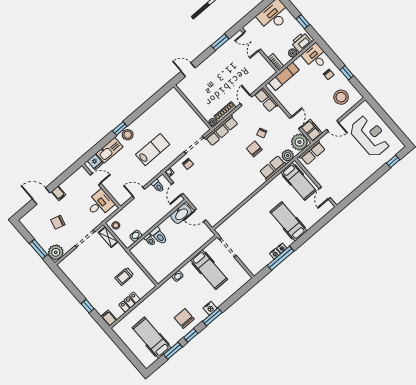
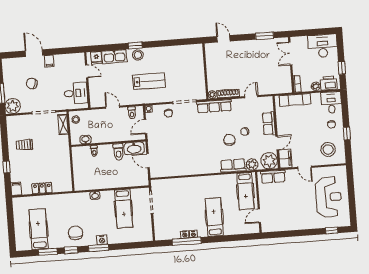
row of seats: (267, 100) -> (269, 124), moved
toilet: (159, 236) -> (118, 152), moved
trolley: (124, 276) -> (24, 145), moved

